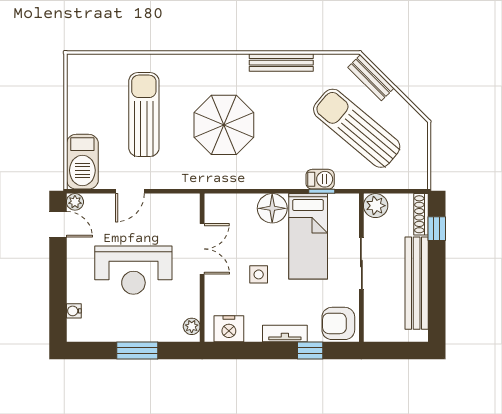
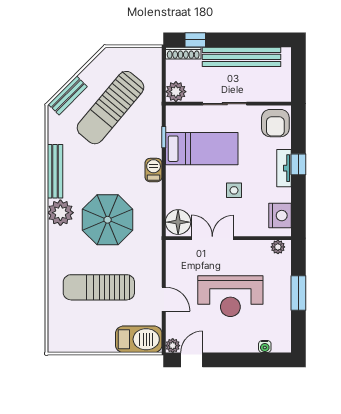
plant: (232, 69) -> (60, 213), added
barbecue: (320, 179) -> (154, 170), moved
floor lamp: (272, 208) -> (178, 222), moved
reception desk: (133, 270) -> (230, 296), turned 90
window: (310, 351) -> (298, 164), moved

